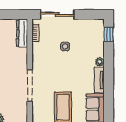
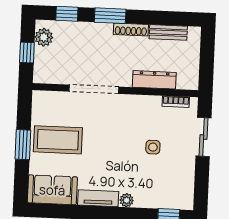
sliding door: (57, 14) -> (203, 137), width x0.73
dresser: (22, 33) -> (154, 80), moved

